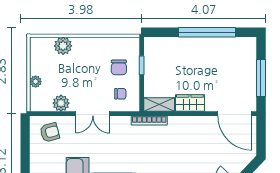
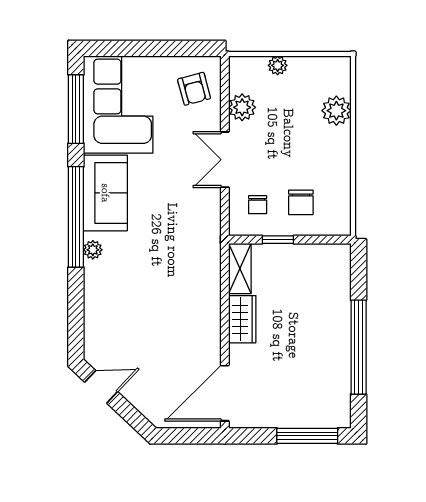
window: (142, 65) -> (278, 240), moved
chair: (119, 67) -> (301, 202), turned -90
window: (261, 78) -> (307, 436), moved
bookcase: (149, 121) -> (214, 252), removed

